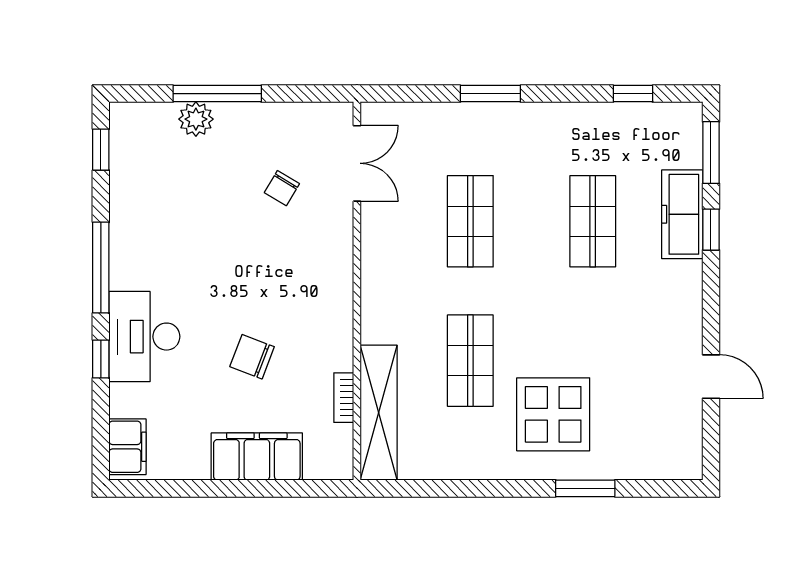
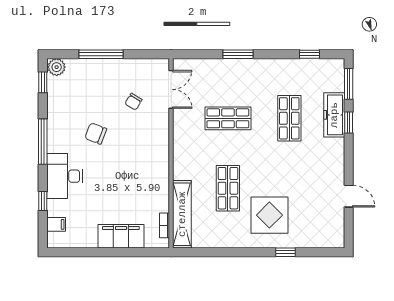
plant: (196, 119) -> (57, 67), moved
shop shelf: (470, 221) -> (228, 118), turned 90
chair: (252, 357) -> (96, 133), moved
window: (101, 359) -> (43, 201), moved
bookcase: (344, 398) -> (164, 225), moved
filing cabinet: (128, 447) -> (56, 224), width x0.50
window: (585, 488) -> (286, 252), width x0.67

